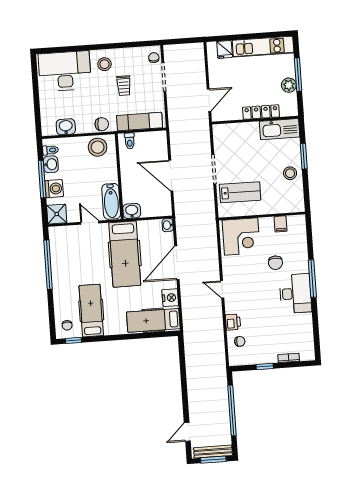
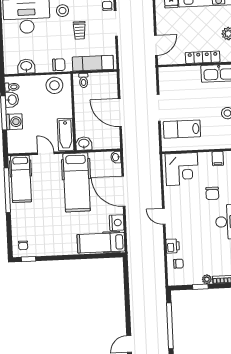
lab bench: (240, 192) -> (182, 129), turned 180
shower: (57, 214) -> (16, 145), removed
door: (177, 263) -> (123, 191), hinge flipped
hospital bed: (91, 311) -> (21, 179), moved, turned 180
plant: (272, 358) -> (207, 279), added

